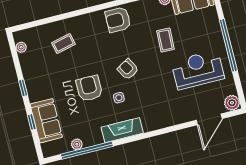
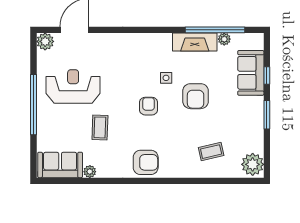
plant: (21, 47) -> (253, 164), width x1.88, depth x1.88
armchair: (128, 69) -> (149, 106), turned -150
reception desk: (198, 70) -> (73, 87), turned 180
window: (23, 88) -> (267, 115), width x1.50
fireplace: (122, 130) -> (195, 42), moved

